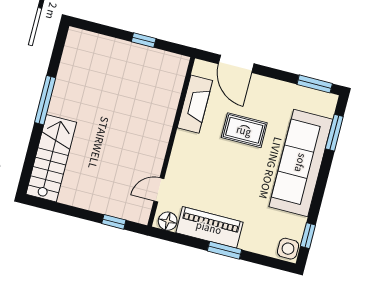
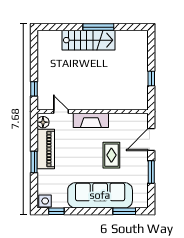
window: (315, 84) -> (151, 172), moved
fireplace: (195, 104) -> (91, 120), moved
stairs: (51, 158) -> (88, 40), moved

